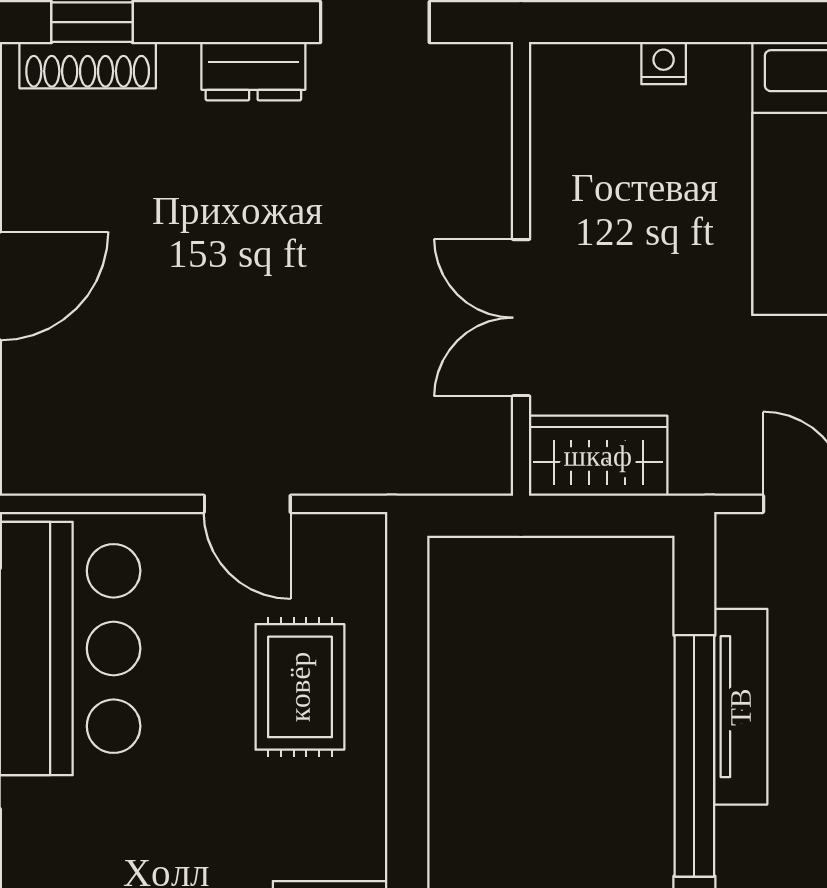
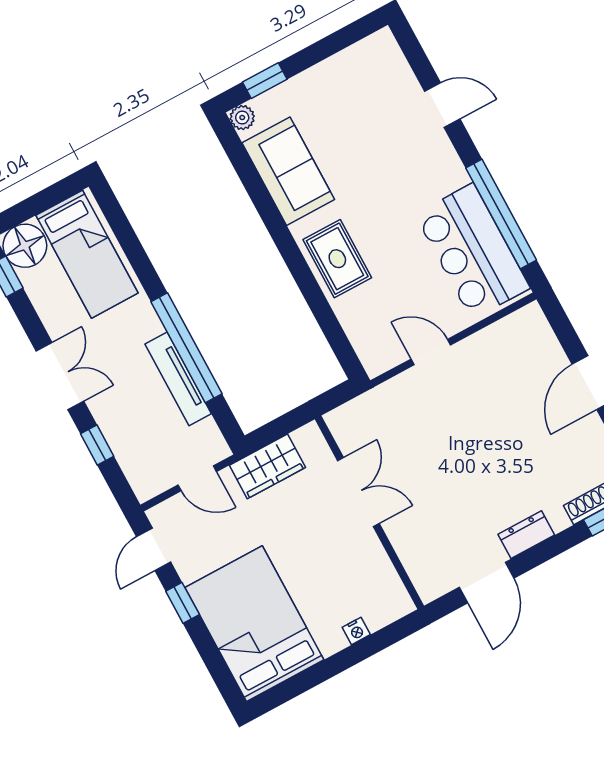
wardrobe: (598, 456) -> (267, 466), moved
rug: (300, 687) -> (337, 259), moved

